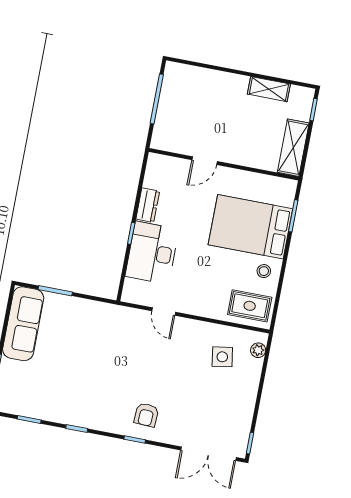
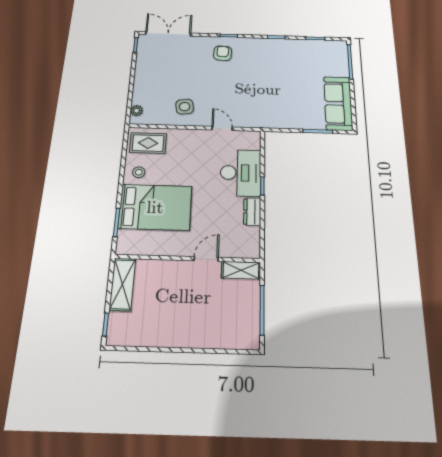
shelving: (269, 89) -> (241, 270), moved
side table: (222, 357) -> (185, 107), moved

